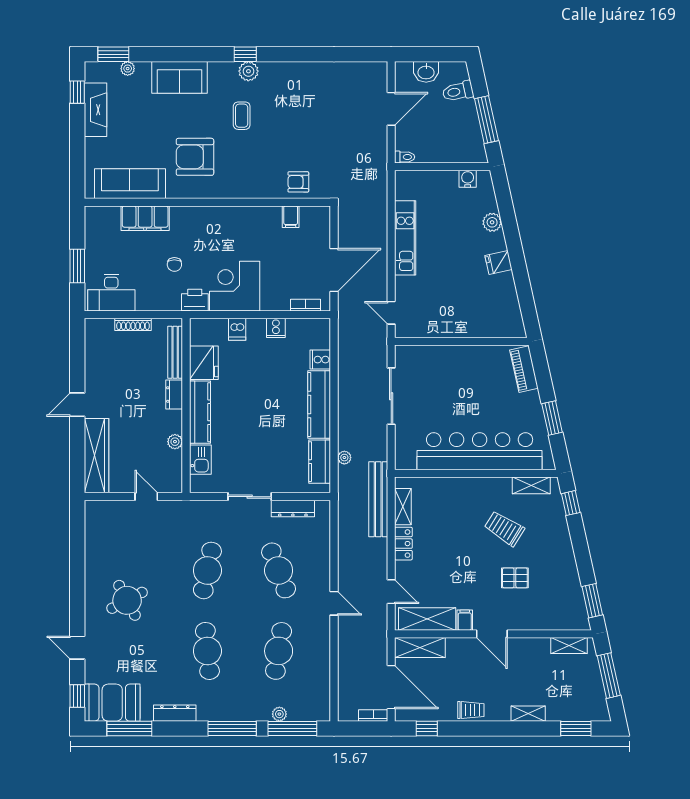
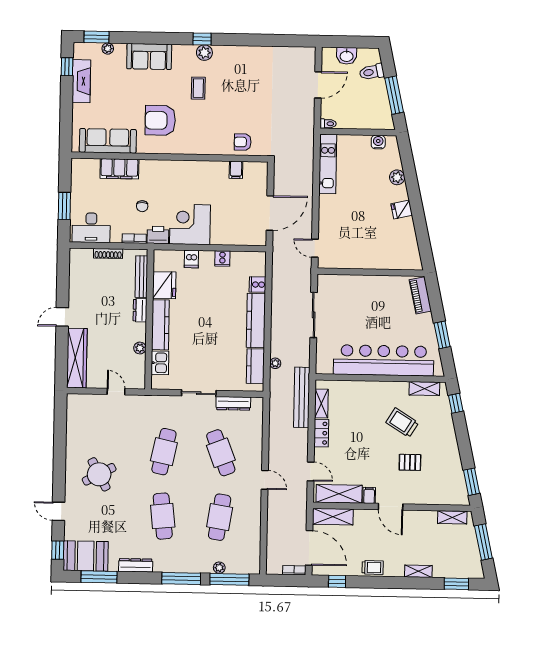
kitchen unit: (405, 238) -> (328, 164), moved
bookcase: (306, 305) -> (134, 239), moved

